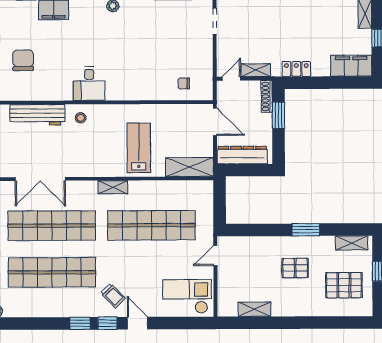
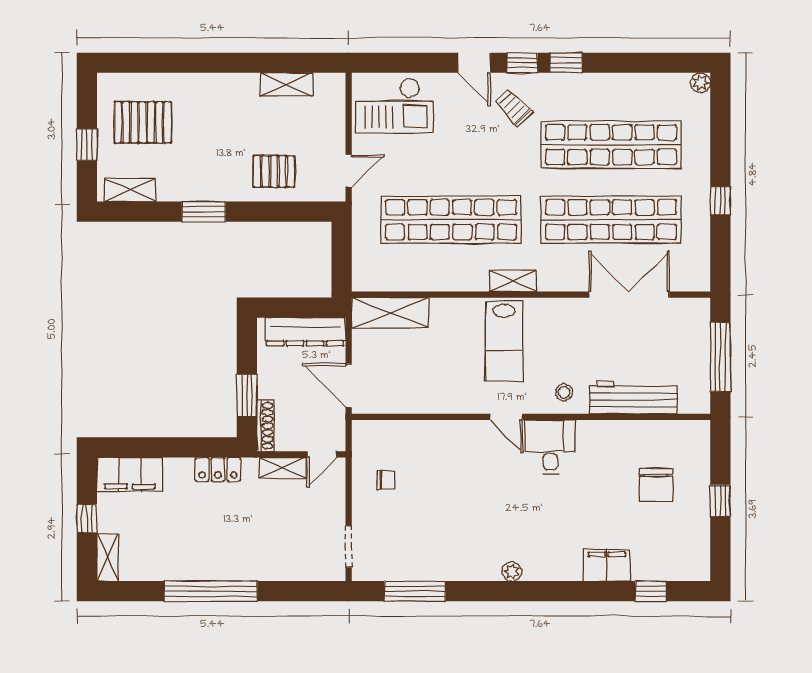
chair: (184, 83) -> (386, 480), moved
door: (117, 102) -> (506, 417), added
lab bench: (139, 148) -> (504, 341), moved
pallet: (295, 268) -> (274, 171), moved

